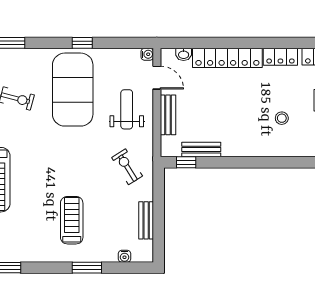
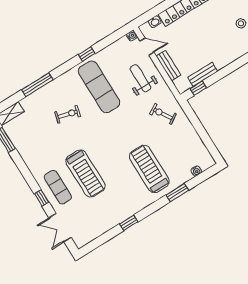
exercise mat: (73, 90) -> (99, 87), width x0.68
treadmill: (72, 220) -> (149, 169), width x1.37, depth x1.38
bench: (146, 220) -> (196, 140), removed

